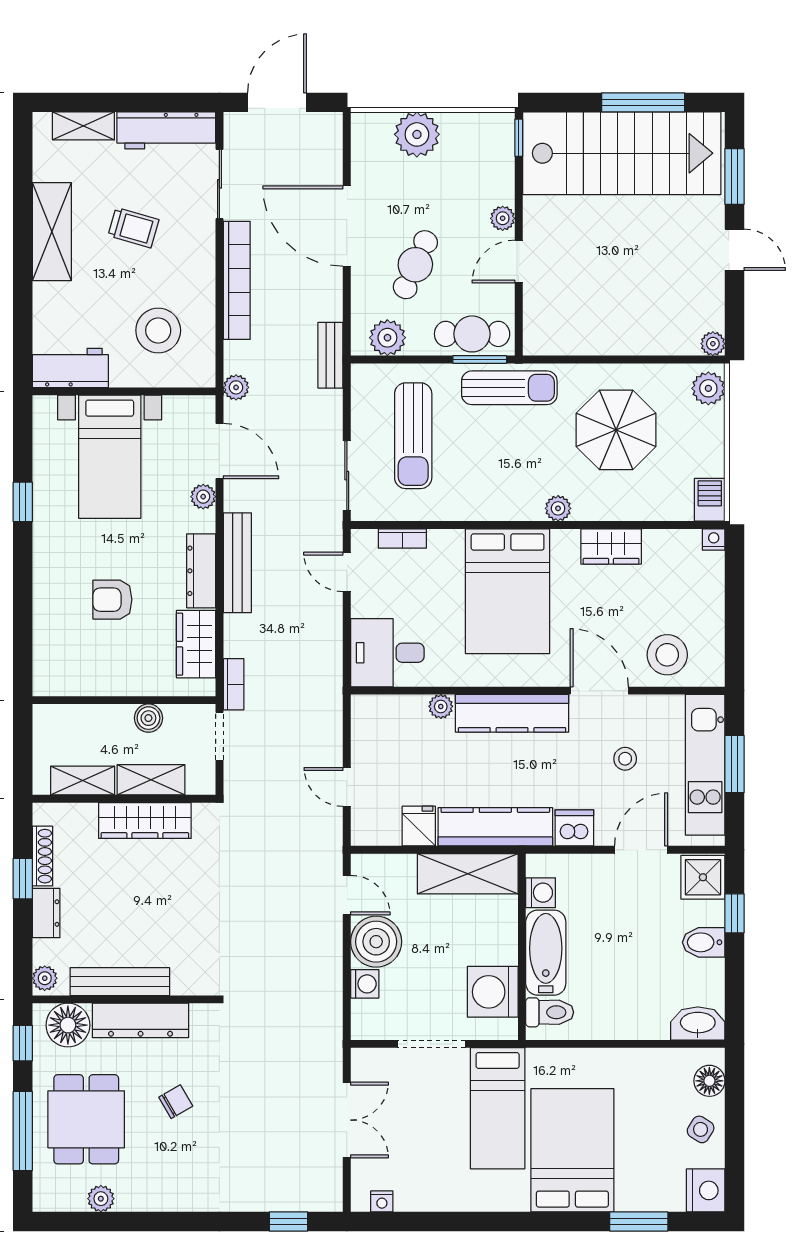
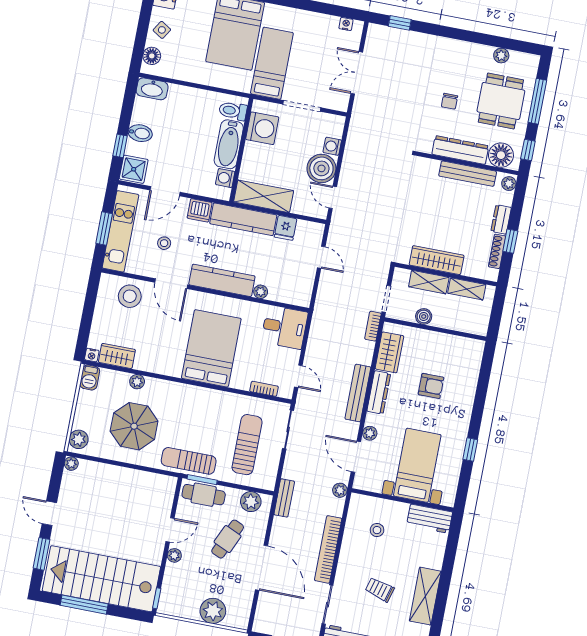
stool: (158, 330) -> (377, 530), width x0.53, depth x0.53
plant: (558, 508) -> (137, 382), moved
wardrobe: (611, 546) -> (117, 356), moved
chair: (176, 1102) -> (449, 101), turned -60

